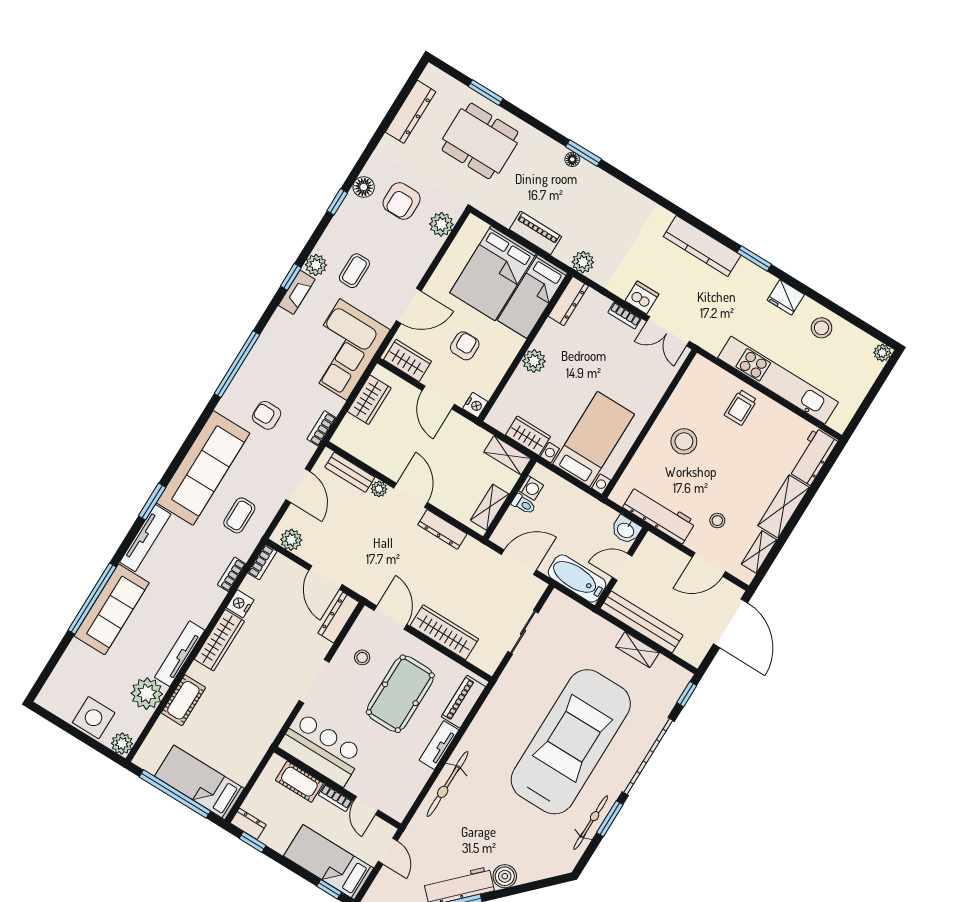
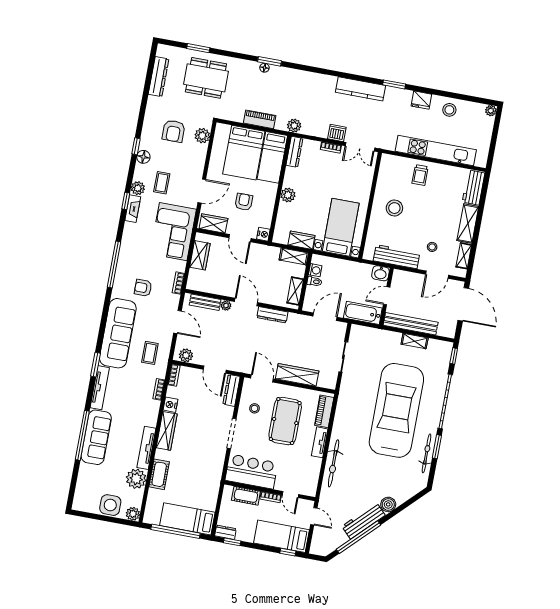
floor lamp: (364, 187) -> (143, 157), moved

